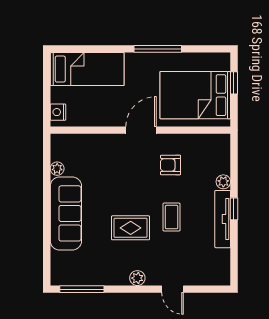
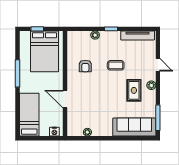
door: (141, 130) -> (65, 99), moved
sofa: (66, 213) -> (134, 127), moved
tv unit: (223, 219) -> (138, 35), moved
rug: (131, 228) -> (134, 90), moved
door: (172, 289) -> (158, 65), hinge flipped

